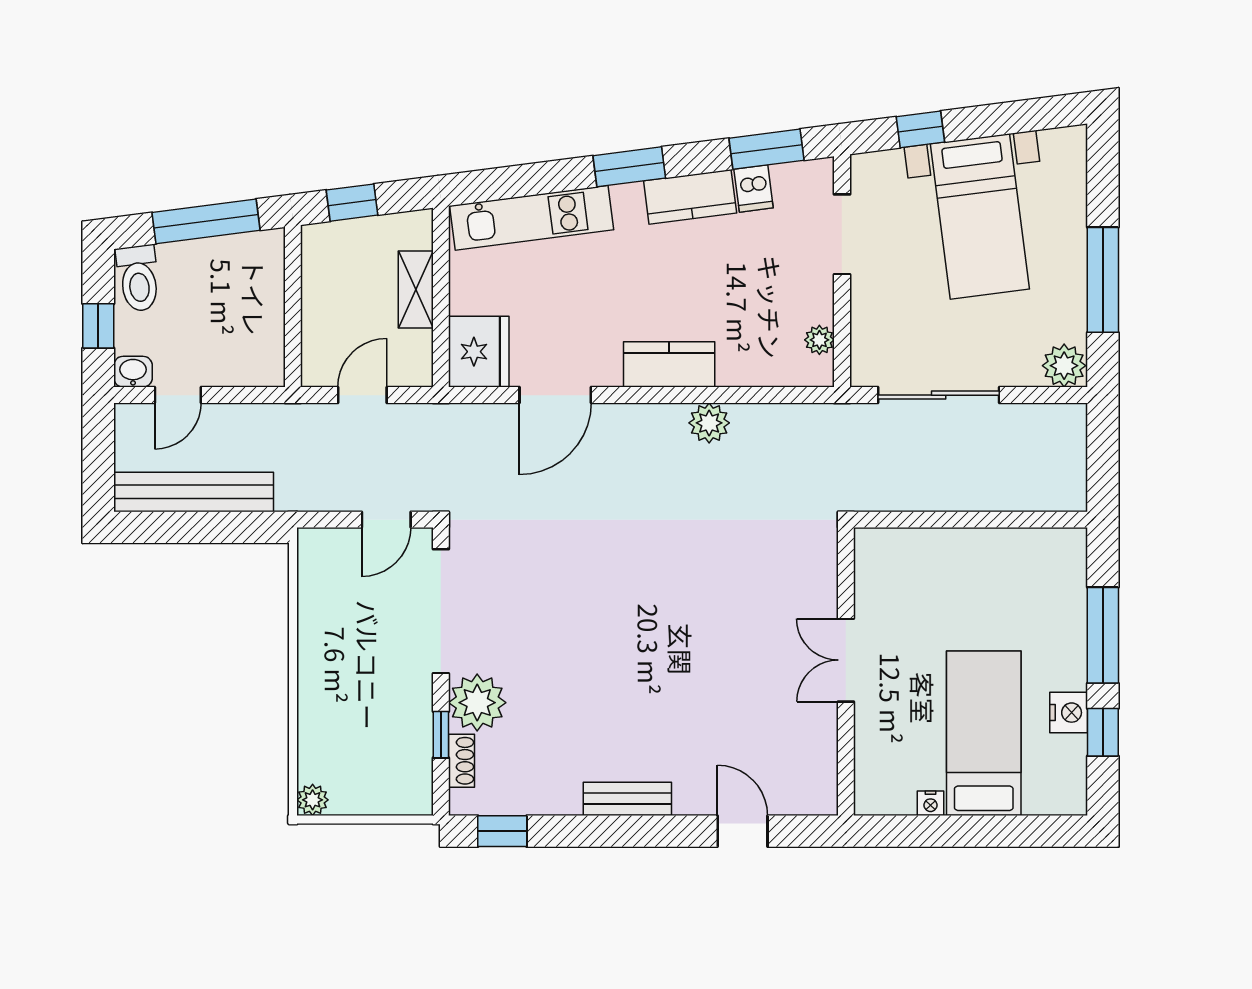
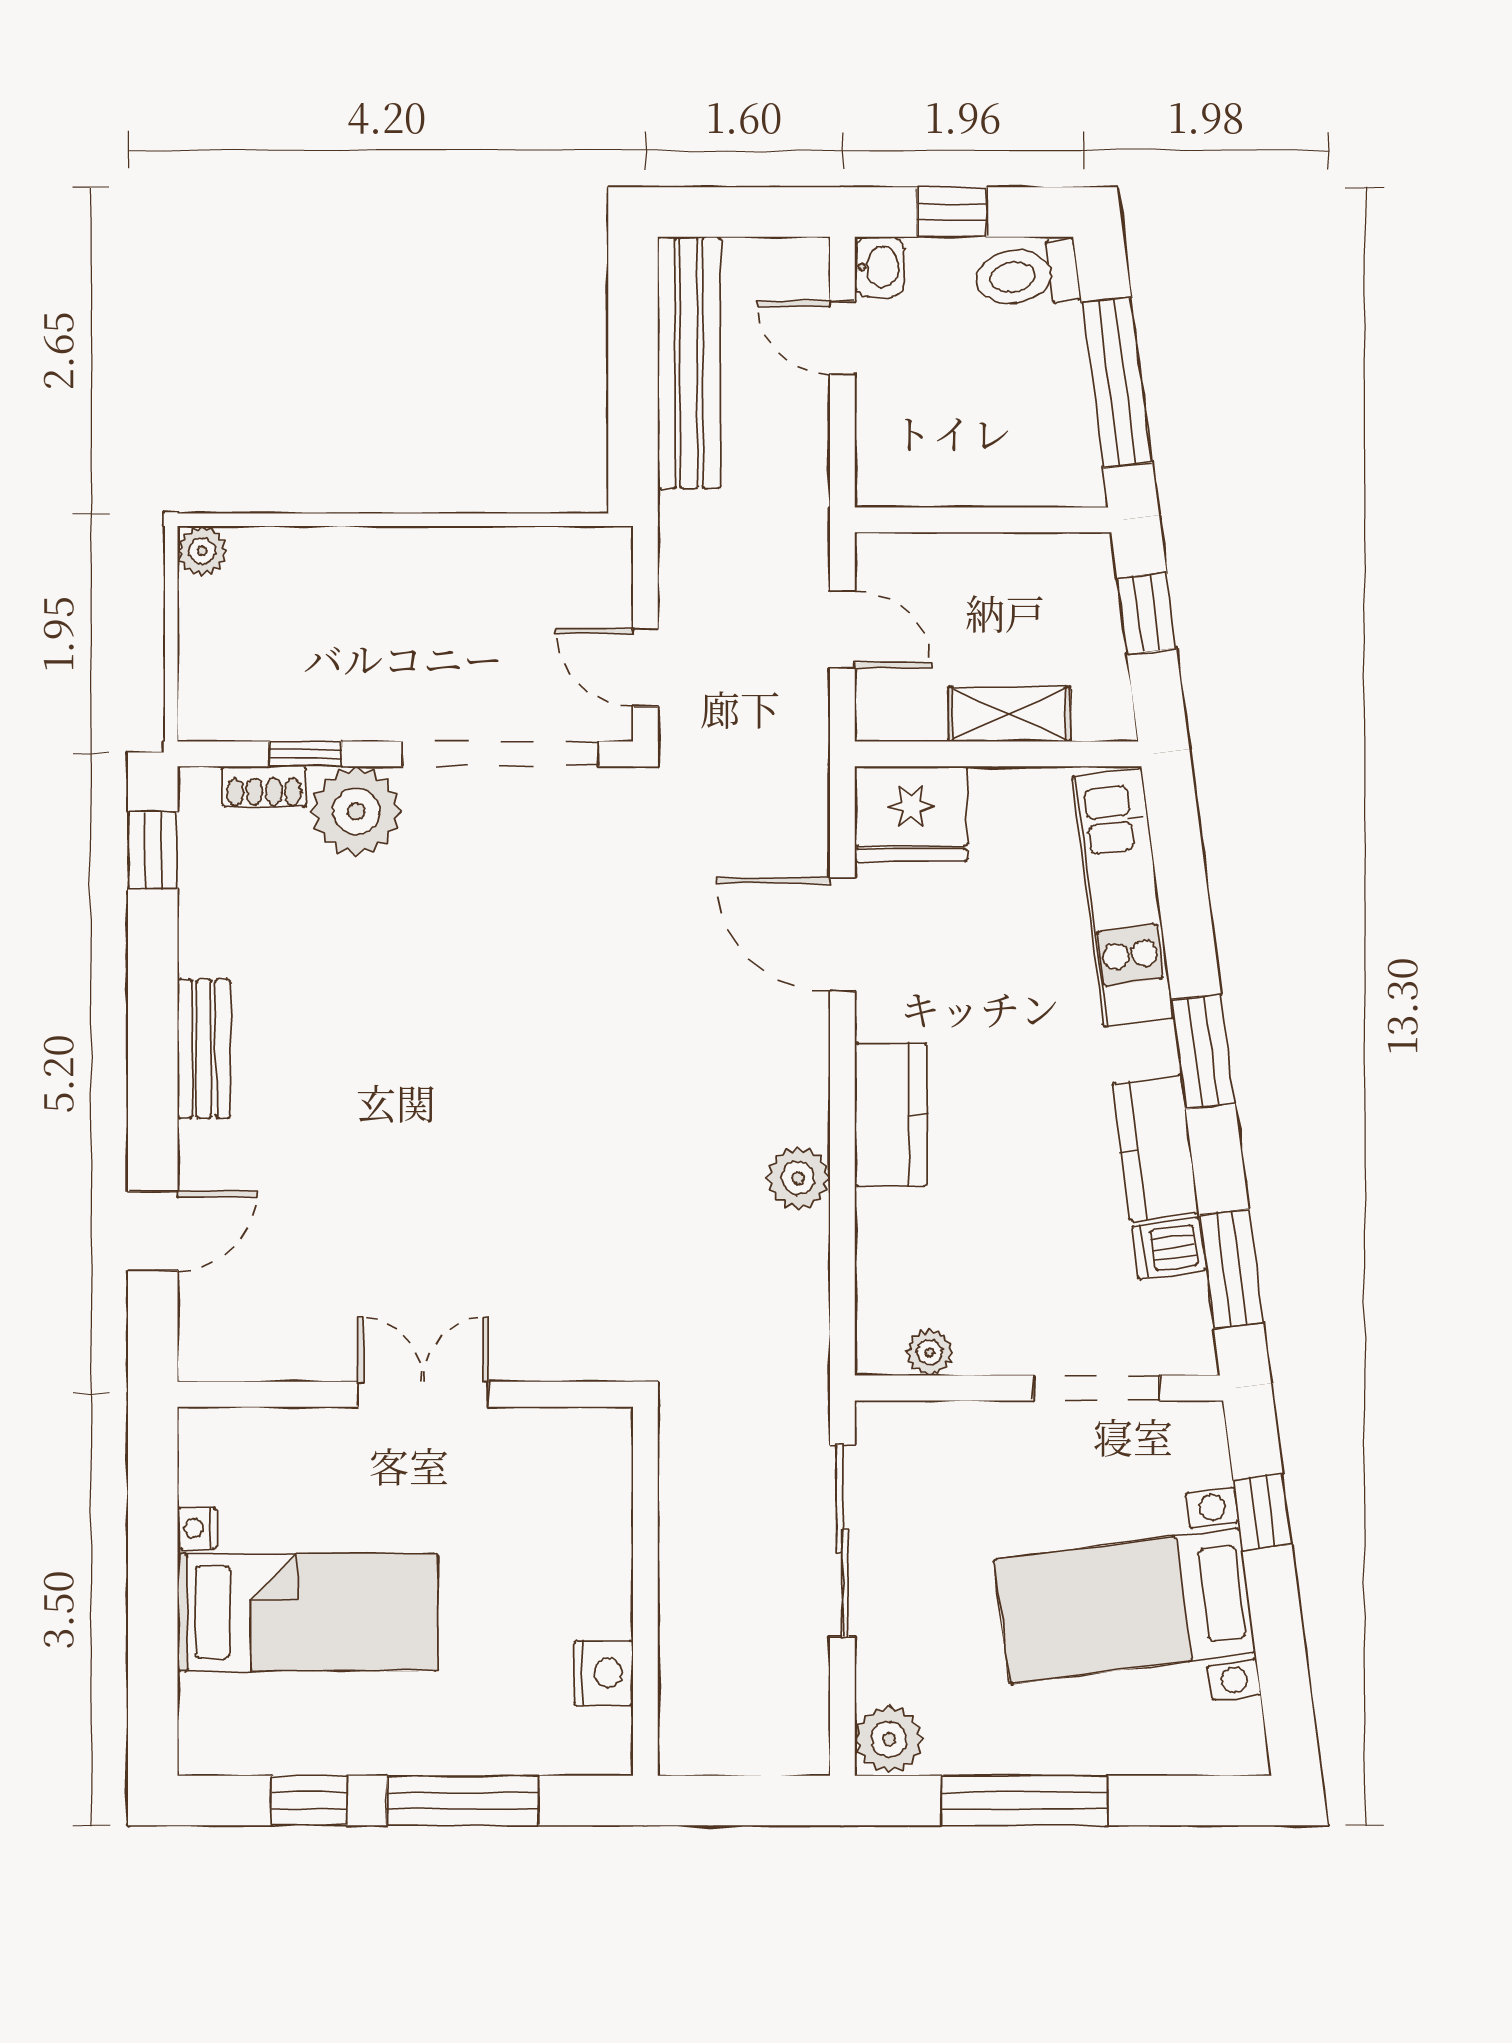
nightstand: (1069, 713) -> (603, 1673), moved, turned -90

